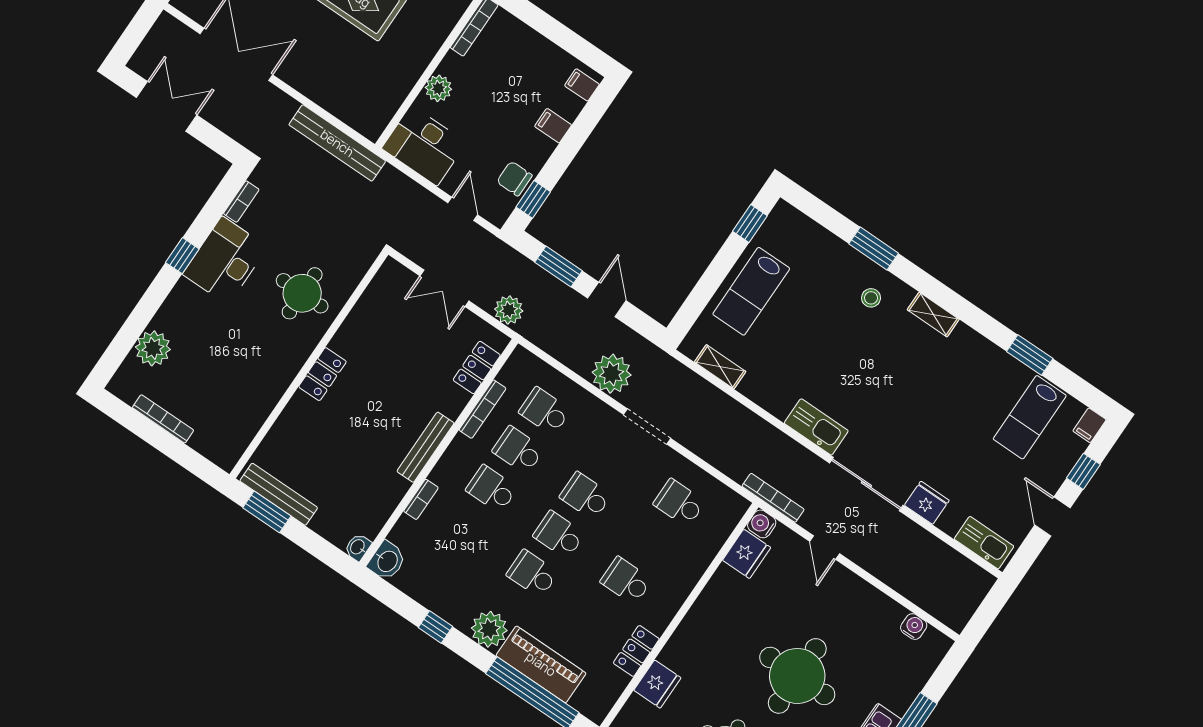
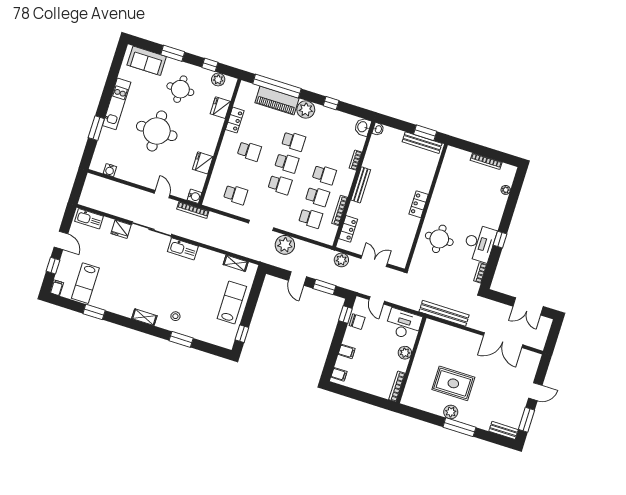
plant: (153, 348) -> (506, 190), width x0.53, depth x0.53
lab bench: (1030, 417) -> (85, 283), turned 180
fridge: (747, 554) -> (203, 163), moved

